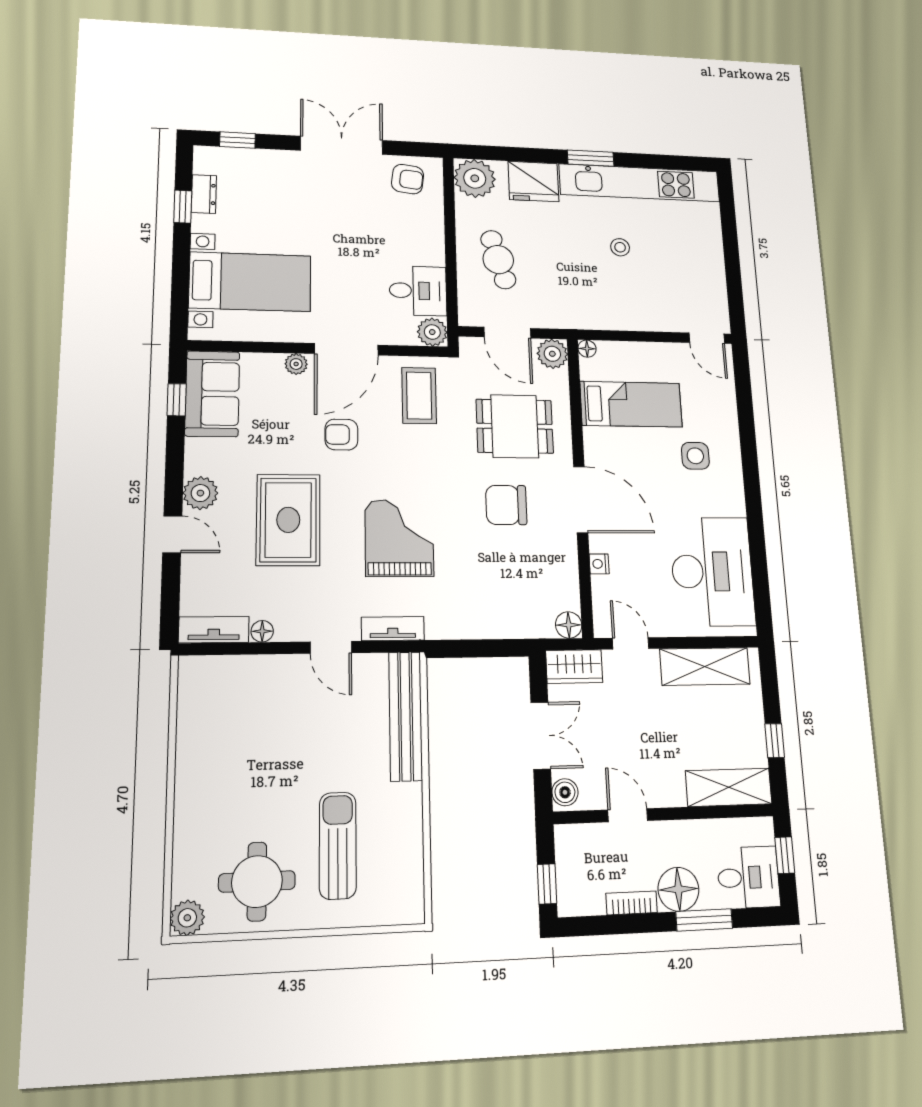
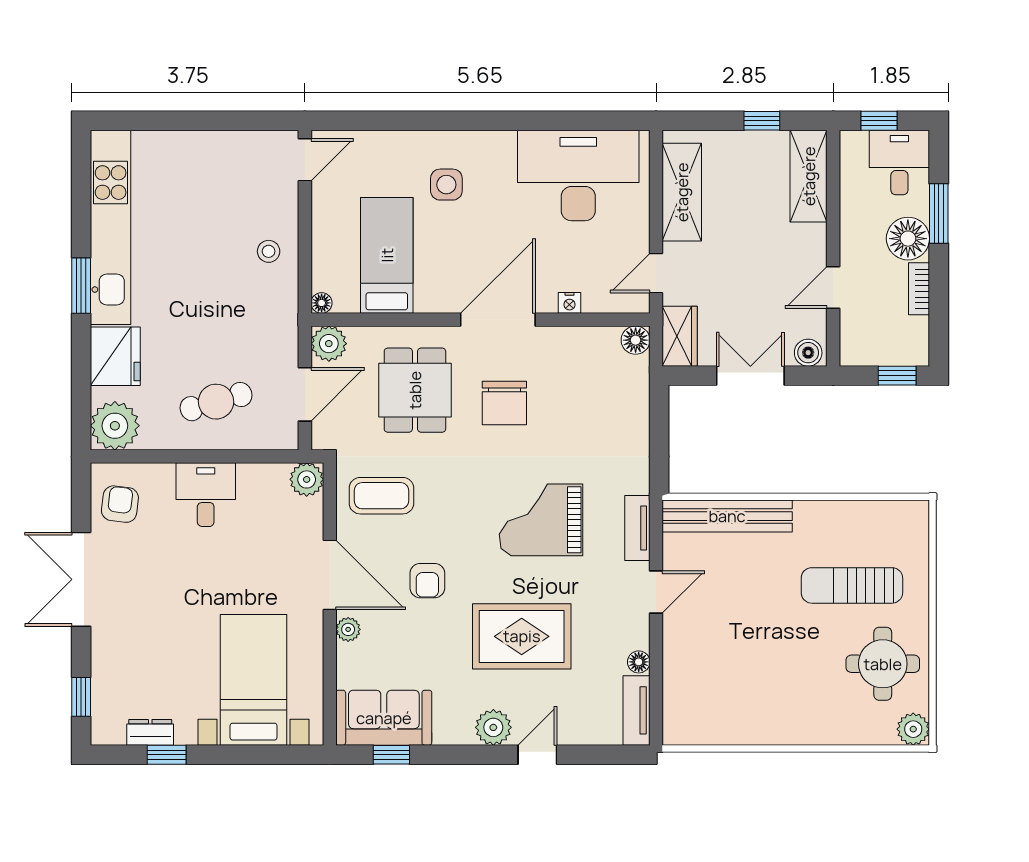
stool: (620, 247) -> (269, 251), moved
desk: (418, 291) -> (206, 495), moved

